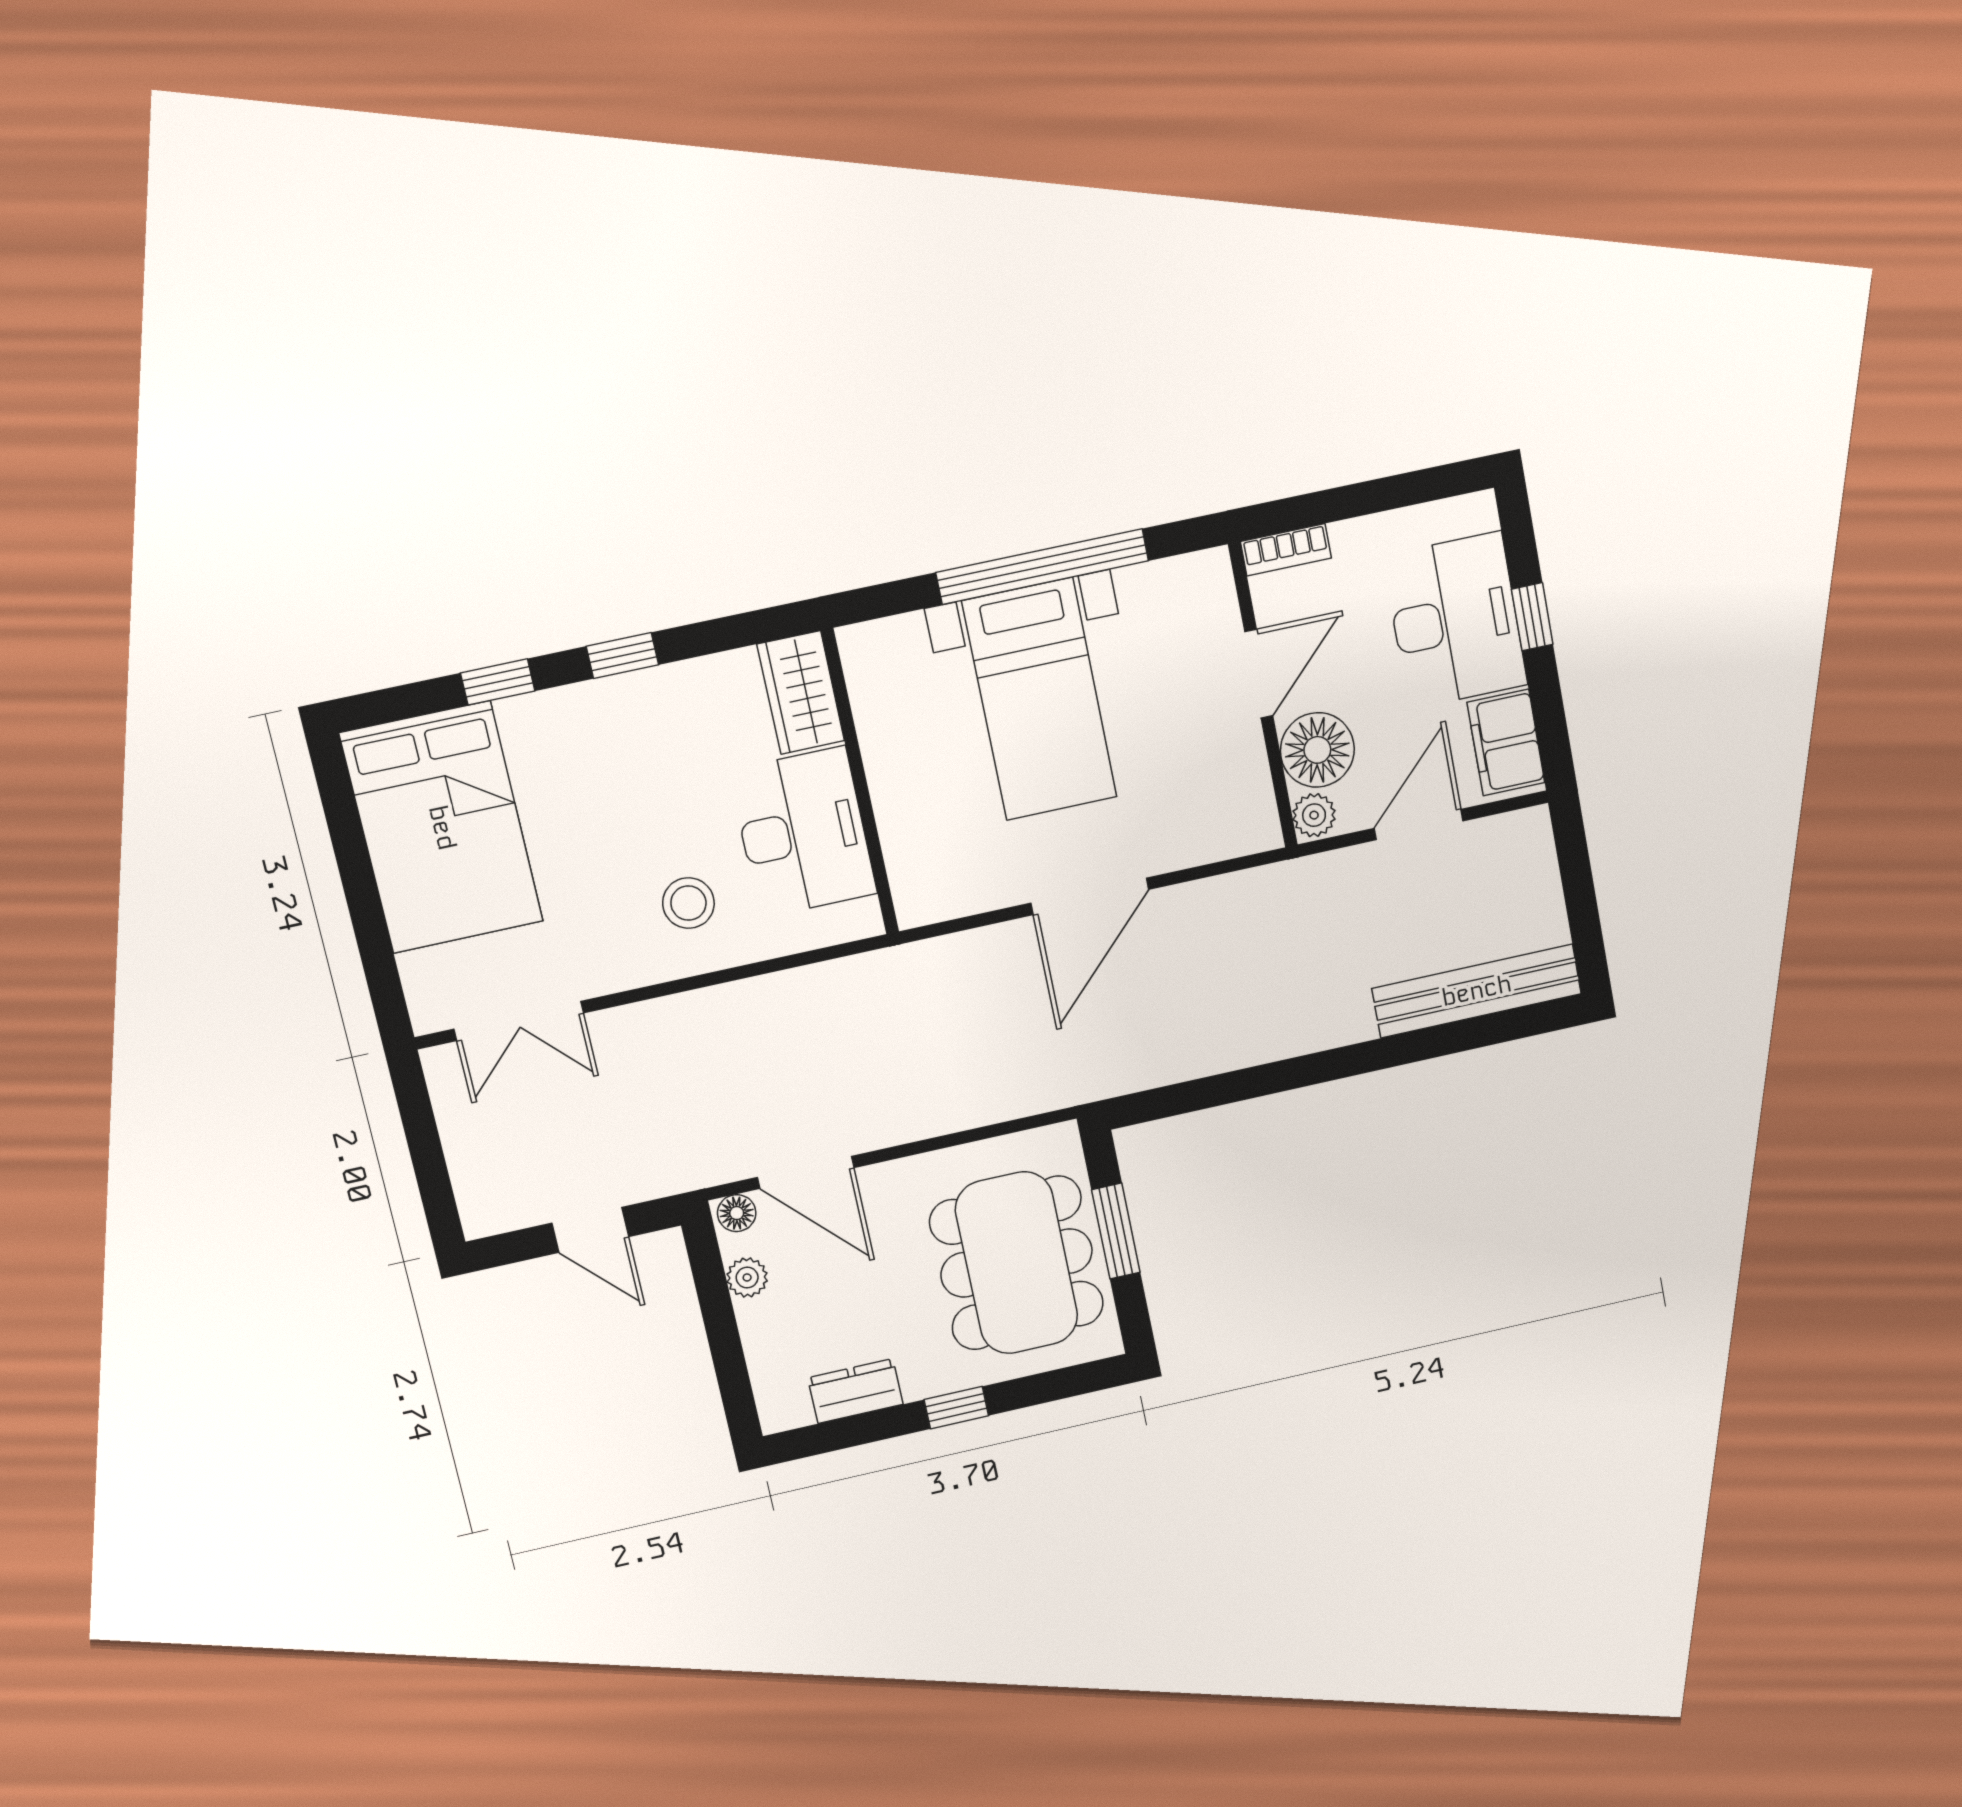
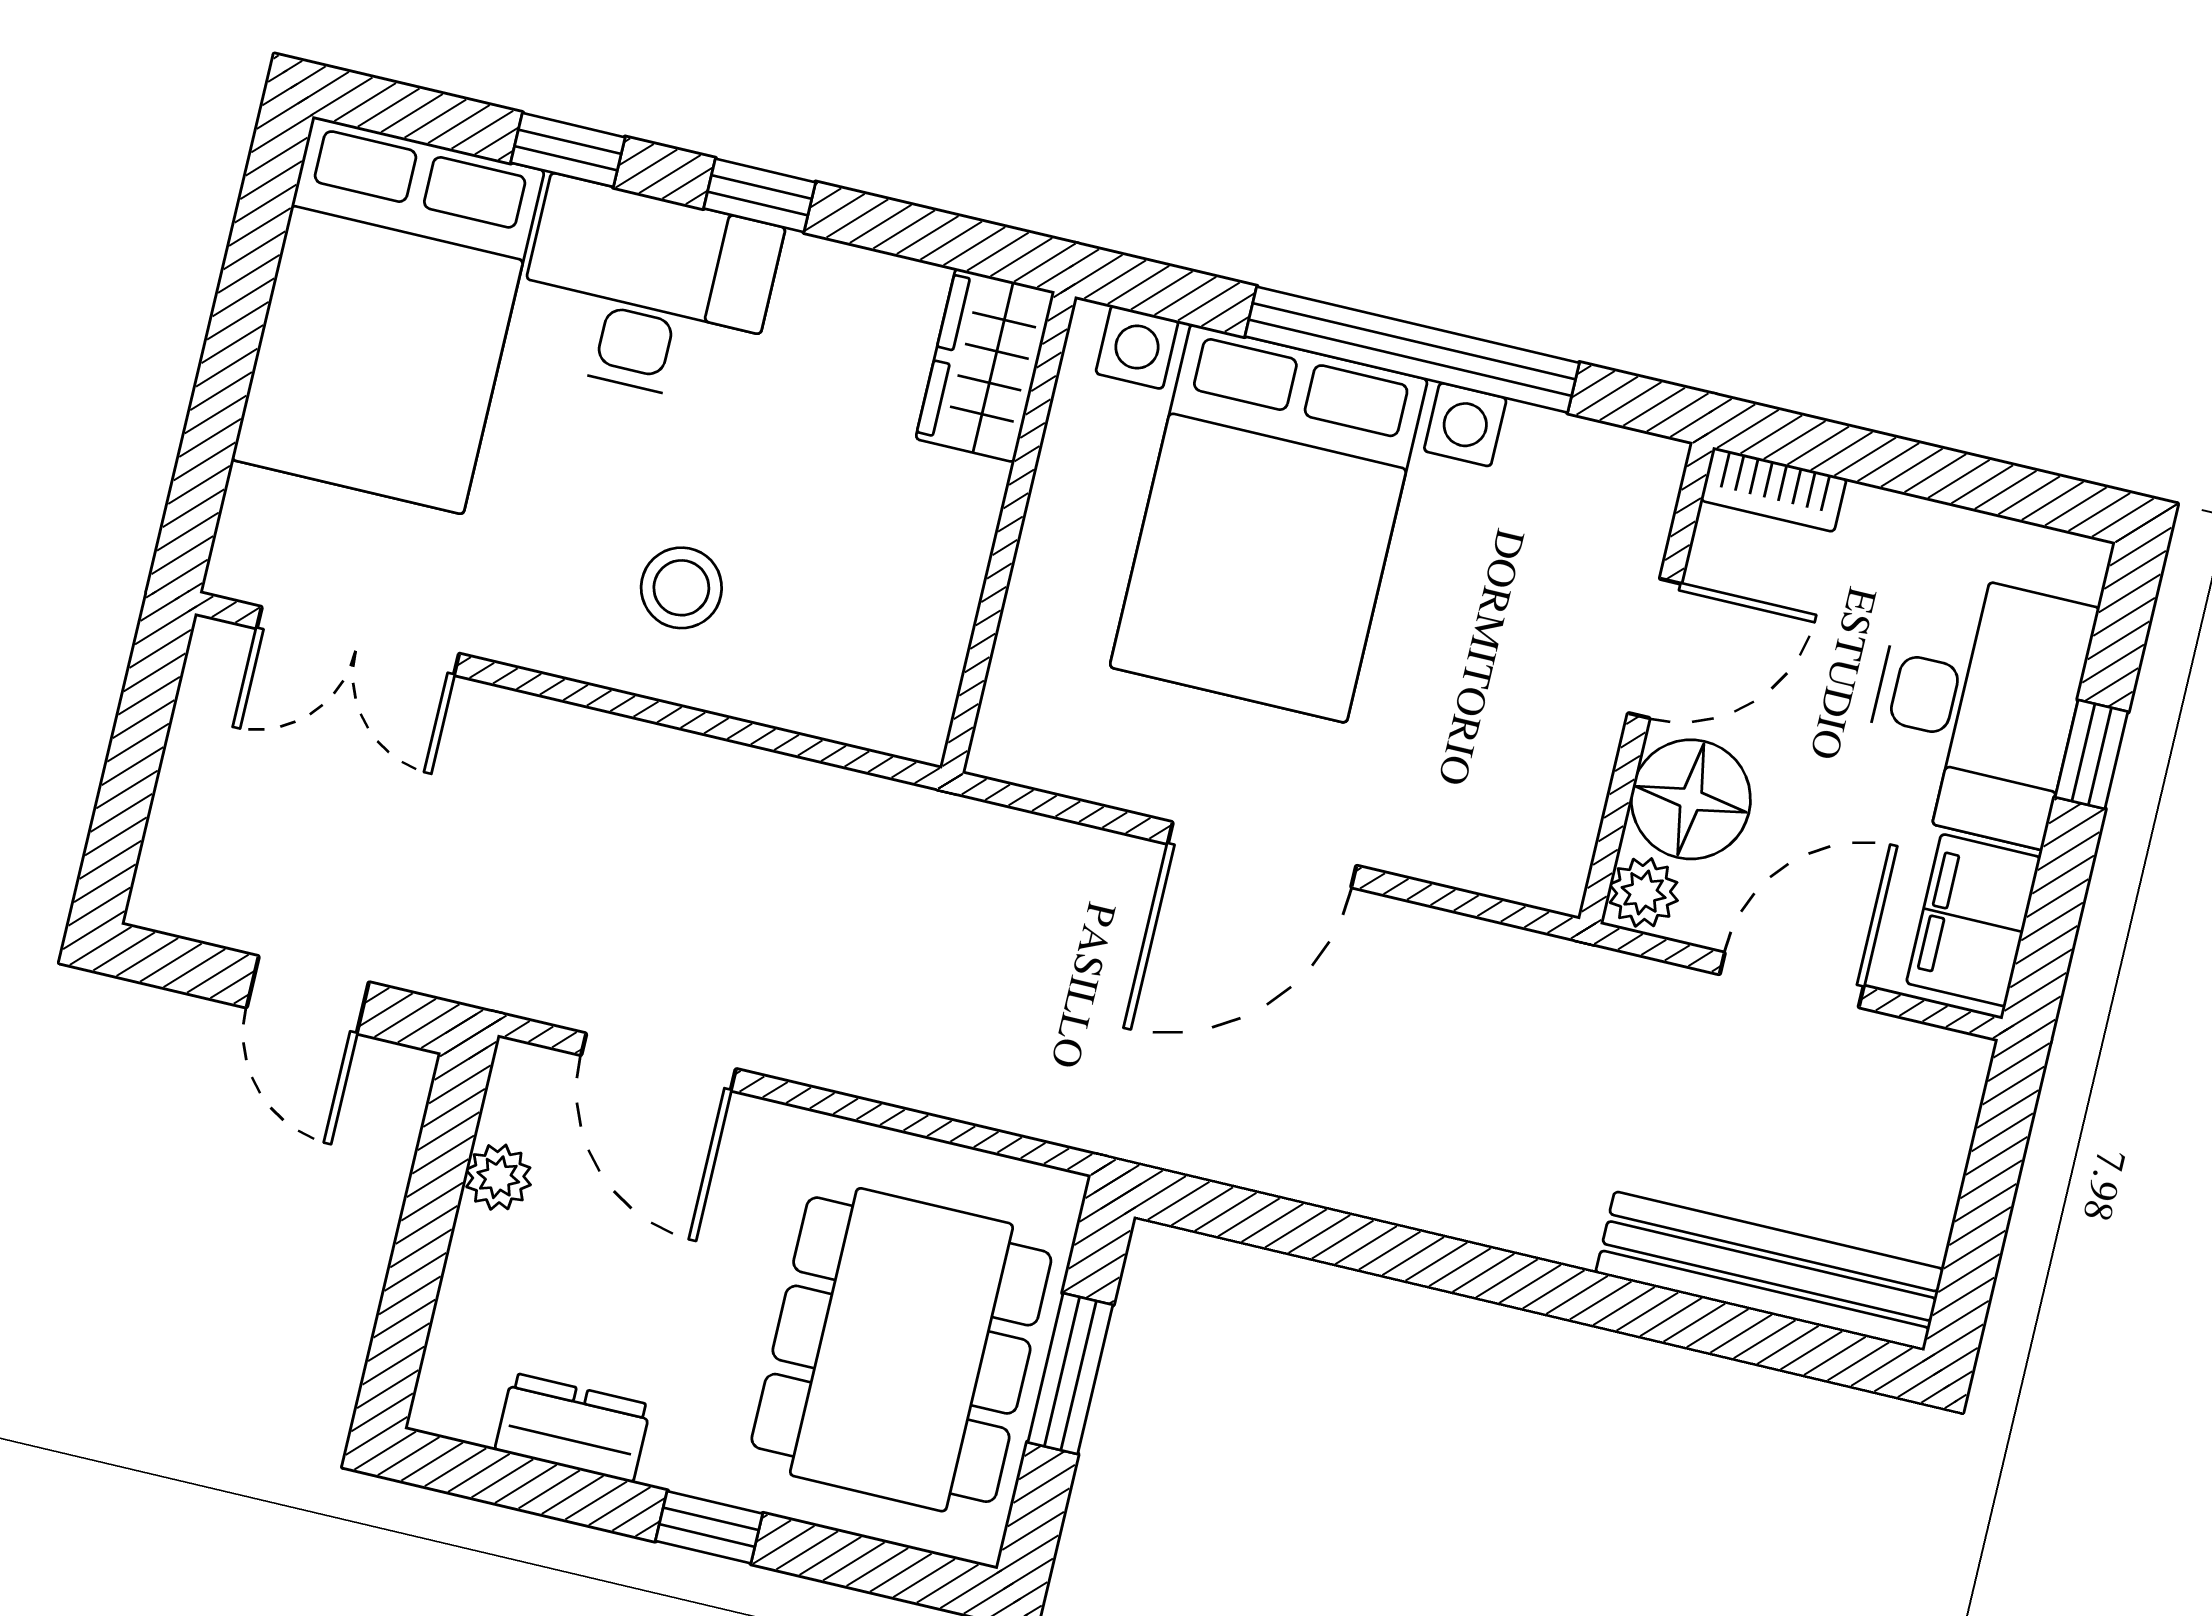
bed with nightstands: (1040, 699) -> (1269, 523), width x1.36
desk: (803, 832) -> (647, 292), moved, turned -90
floor lamp: (737, 1213) -> (530, 1074), removed

